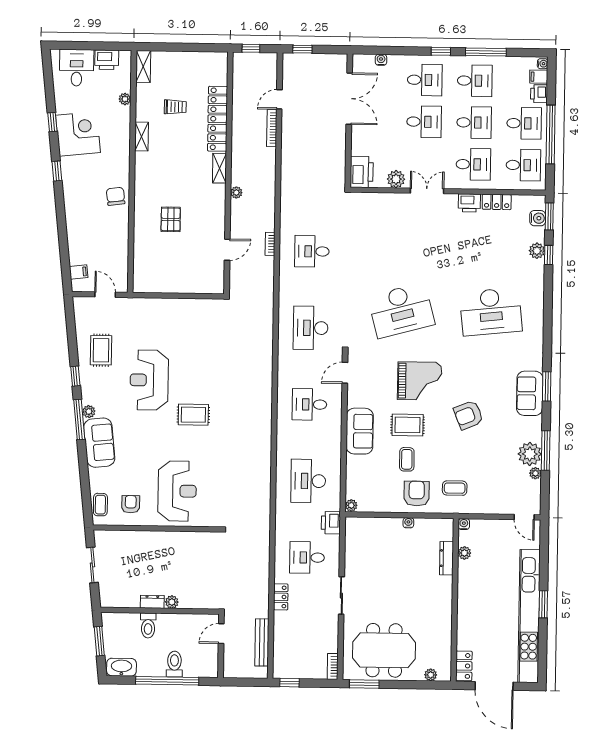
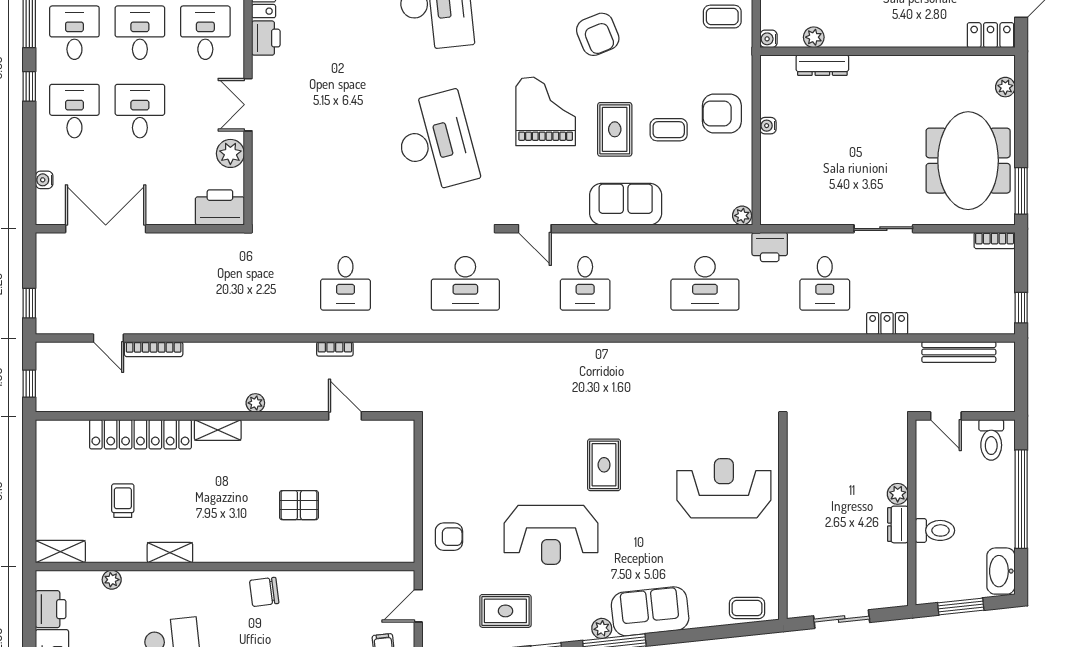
coffee table: (455, 488) -> (722, 17), moved, turned 90
armchair: (131, 504) -> (449, 537), moved, turned 180
toilet: (174, 664) -> (991, 440), moved, turned -90

